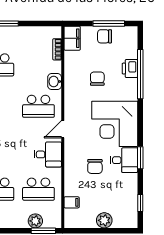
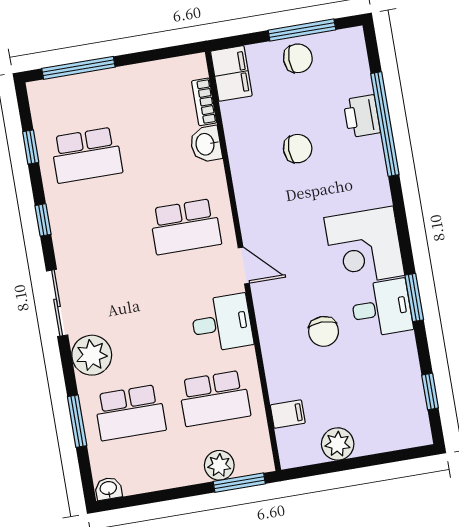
chair: (105, 36) -> (298, 58), turned 180
chair: (97, 79) -> (298, 149), turned 90
washbasin: (55, 81) -> (206, 144), moved
corner desk: (115, 124) -> (364, 246), width x0.74, depth x0.74
door: (63, 129) -> (244, 266), swing flipped
plant: (104, 220) -> (338, 444), moved

